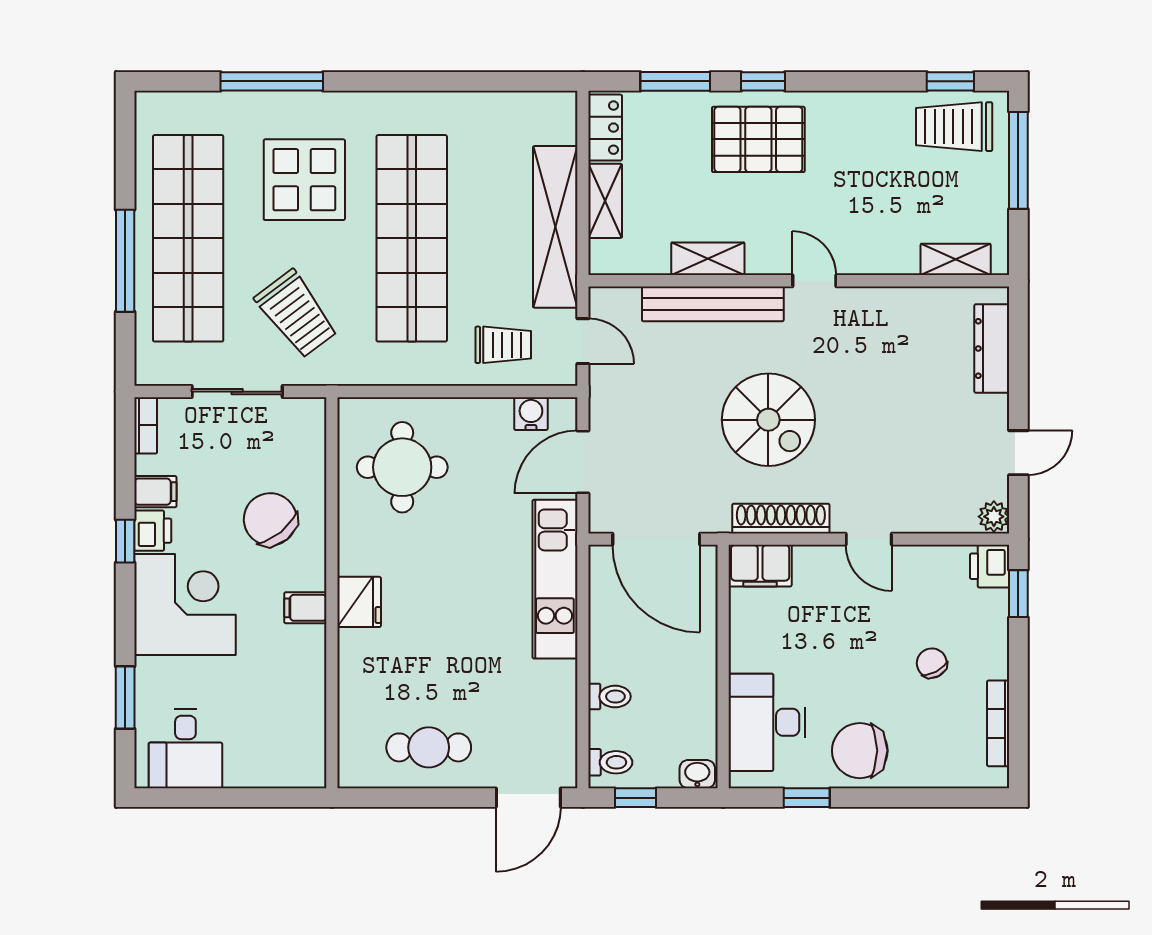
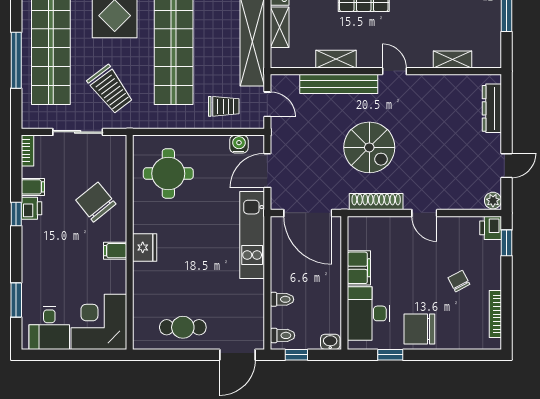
shelving: (956, 259) -> (453, 59), moved
filing cabinet: (760, 566) -> (359, 268), moved, turned -90
corner desk: (185, 604) -> (99, 322), moved, turned -90

